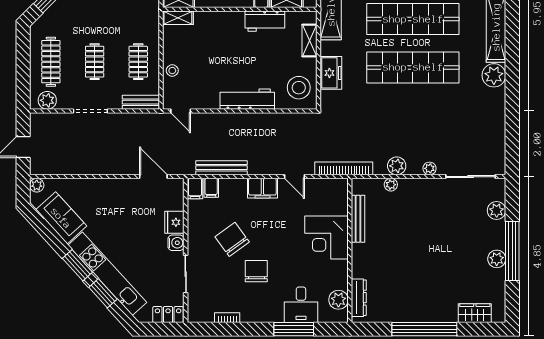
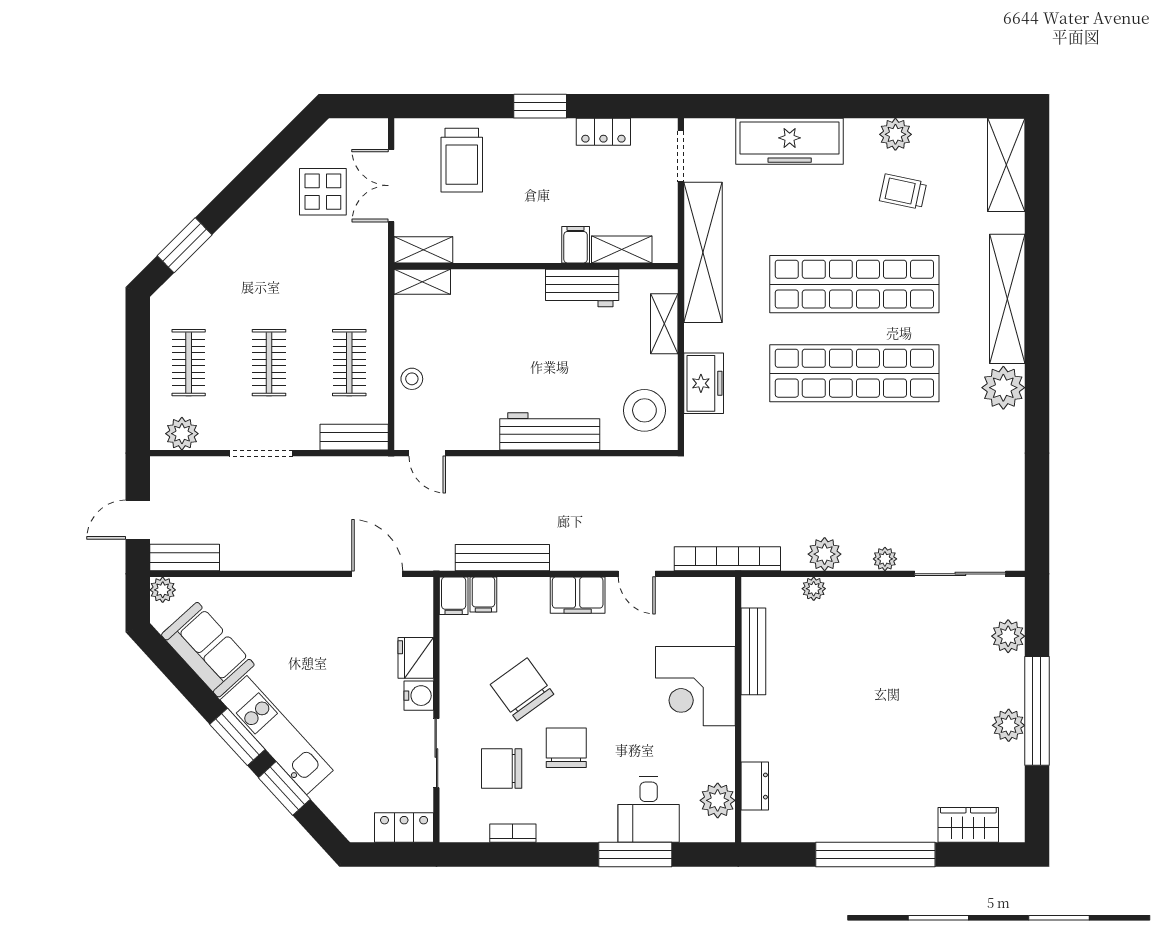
clothes rail: (51, 62) -> (189, 363), width x0.73
bench: (49, 168) -> (185, 558), added
kitchen unit: (107, 274) -> (277, 735), width x0.73
chair: (221, 282) -> (502, 769), added
dresser: (359, 298) -> (755, 786), width x0.70

